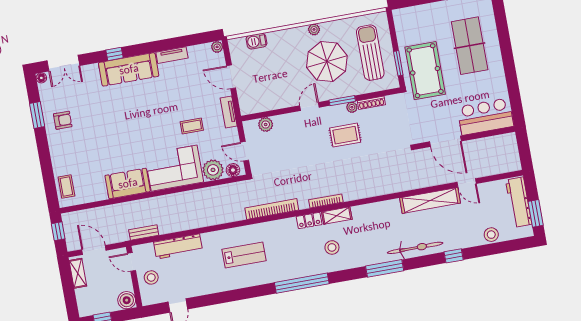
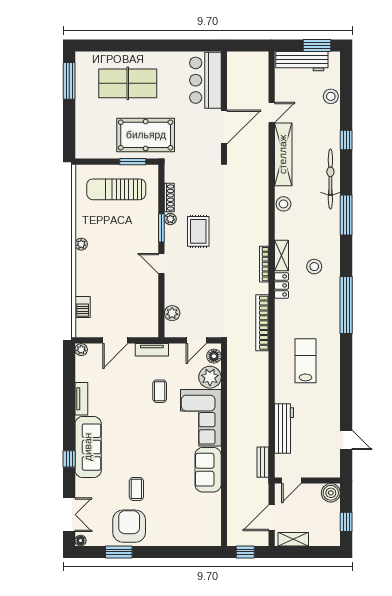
parasol: (327, 61) -> (117, 237), removed
armchair: (63, 120) -> (129, 526), width x1.88, depth x1.88
coffee table: (66, 187) -> (136, 489), moved, turned 90
stool: (151, 277) -> (283, 204), moved

